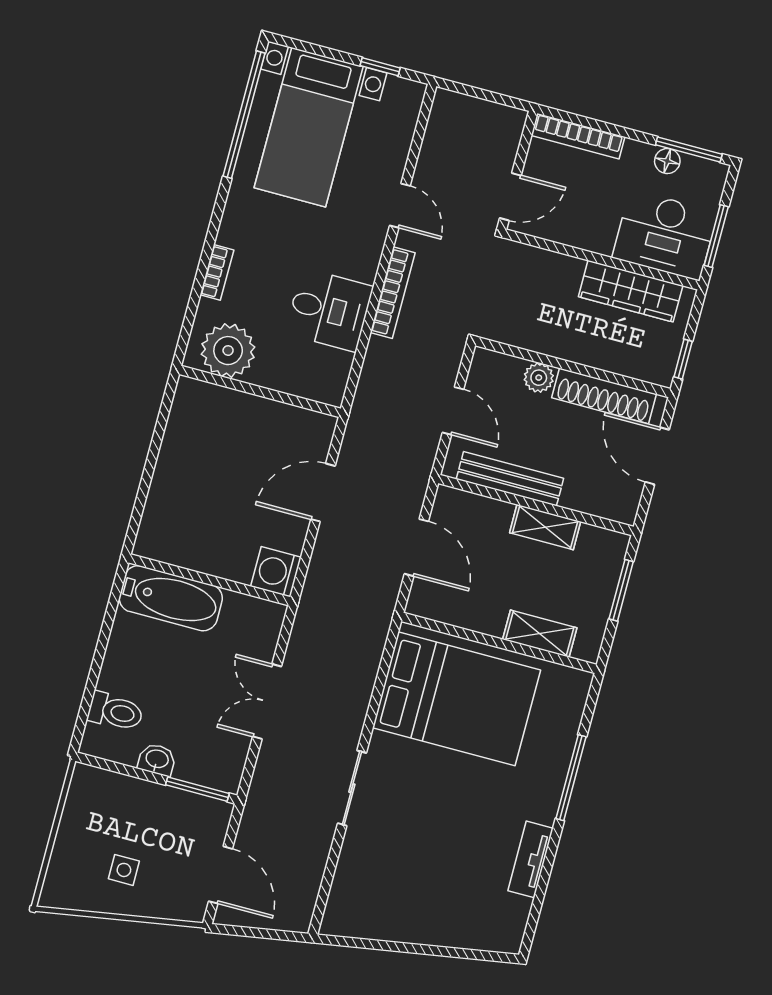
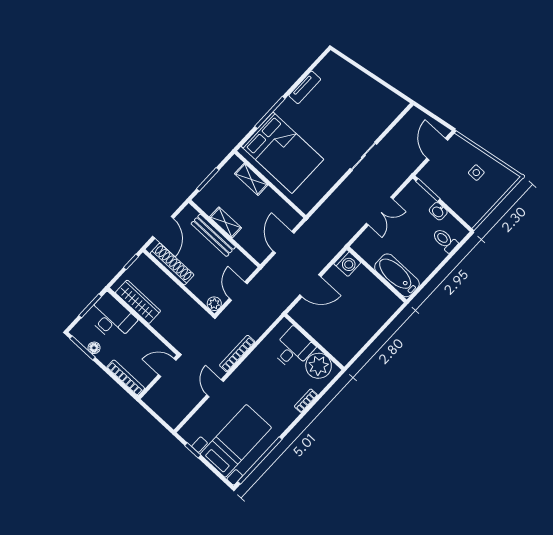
desk: (329, 310) -> (293, 349), moved, turned 90
plant: (539, 378) -> (214, 304), moved
bench: (510, 479) -> (213, 235), moved
bed: (457, 699) -> (282, 153), moved, turned 180

